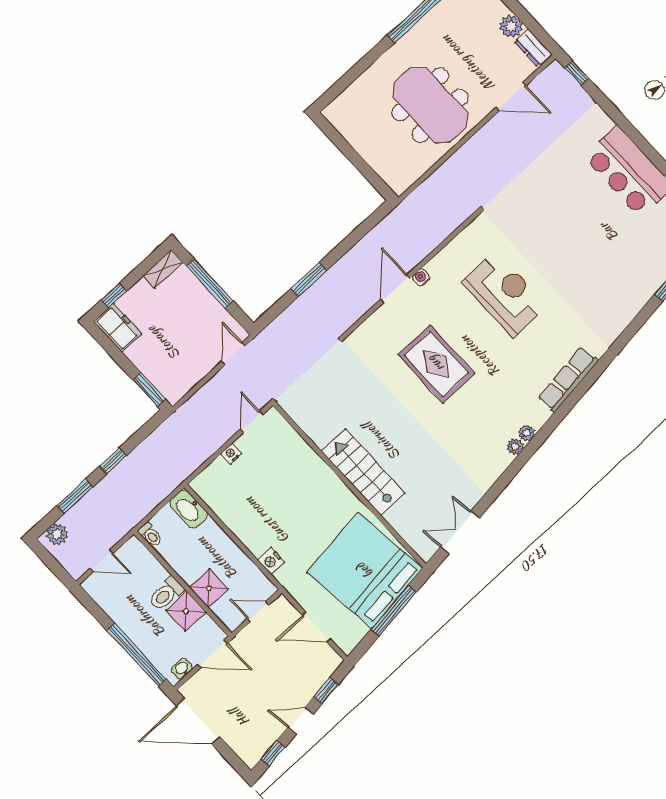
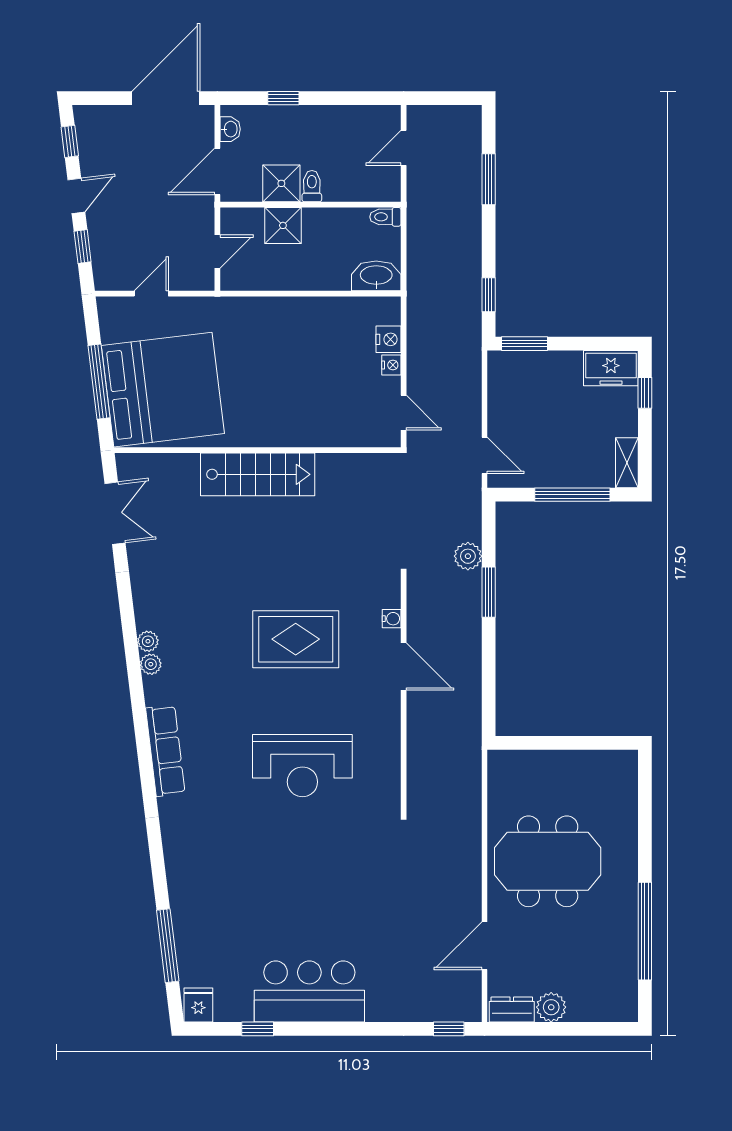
water cooler: (421, 277) -> (392, 619), moved
window: (113, 461) -> (489, 295), moved
plant: (57, 534) -> (468, 556), moved
nightstand: (271, 561) -> (389, 339), moved, turned 90
toilet: (166, 594) -> (312, 186), width x0.73, depth x0.72
door: (317, 627) -> (151, 294), width x0.73
window: (137, 655) -> (283, 98), width x0.32

